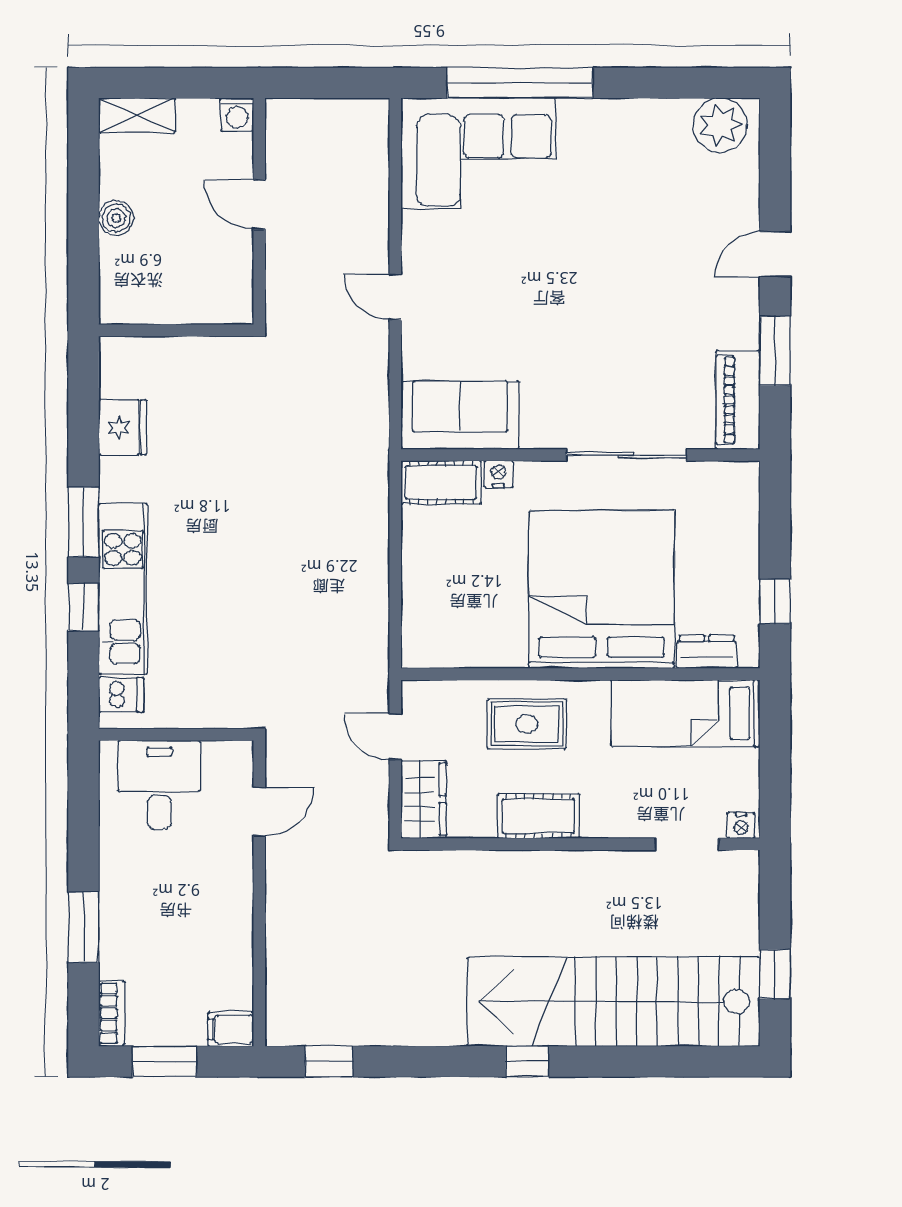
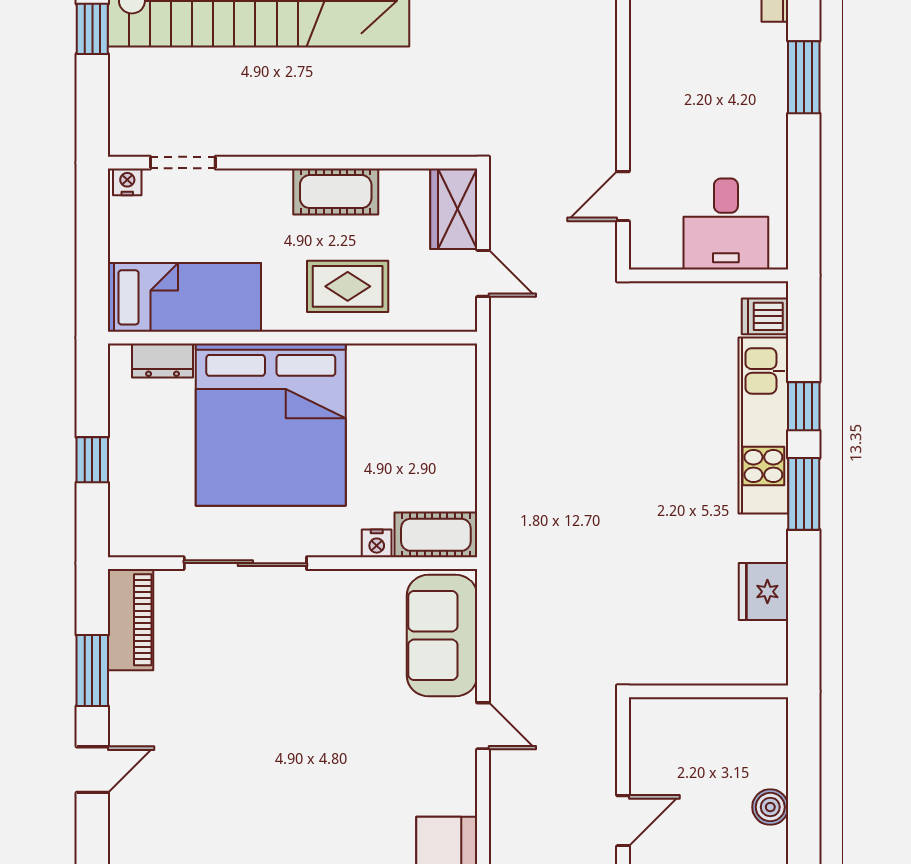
door: (259, 205) -> (623, 821), hinge flipped
sofa: (460, 415) -> (442, 636), moved, turned 90
window: (775, 601) -> (92, 460), moved

